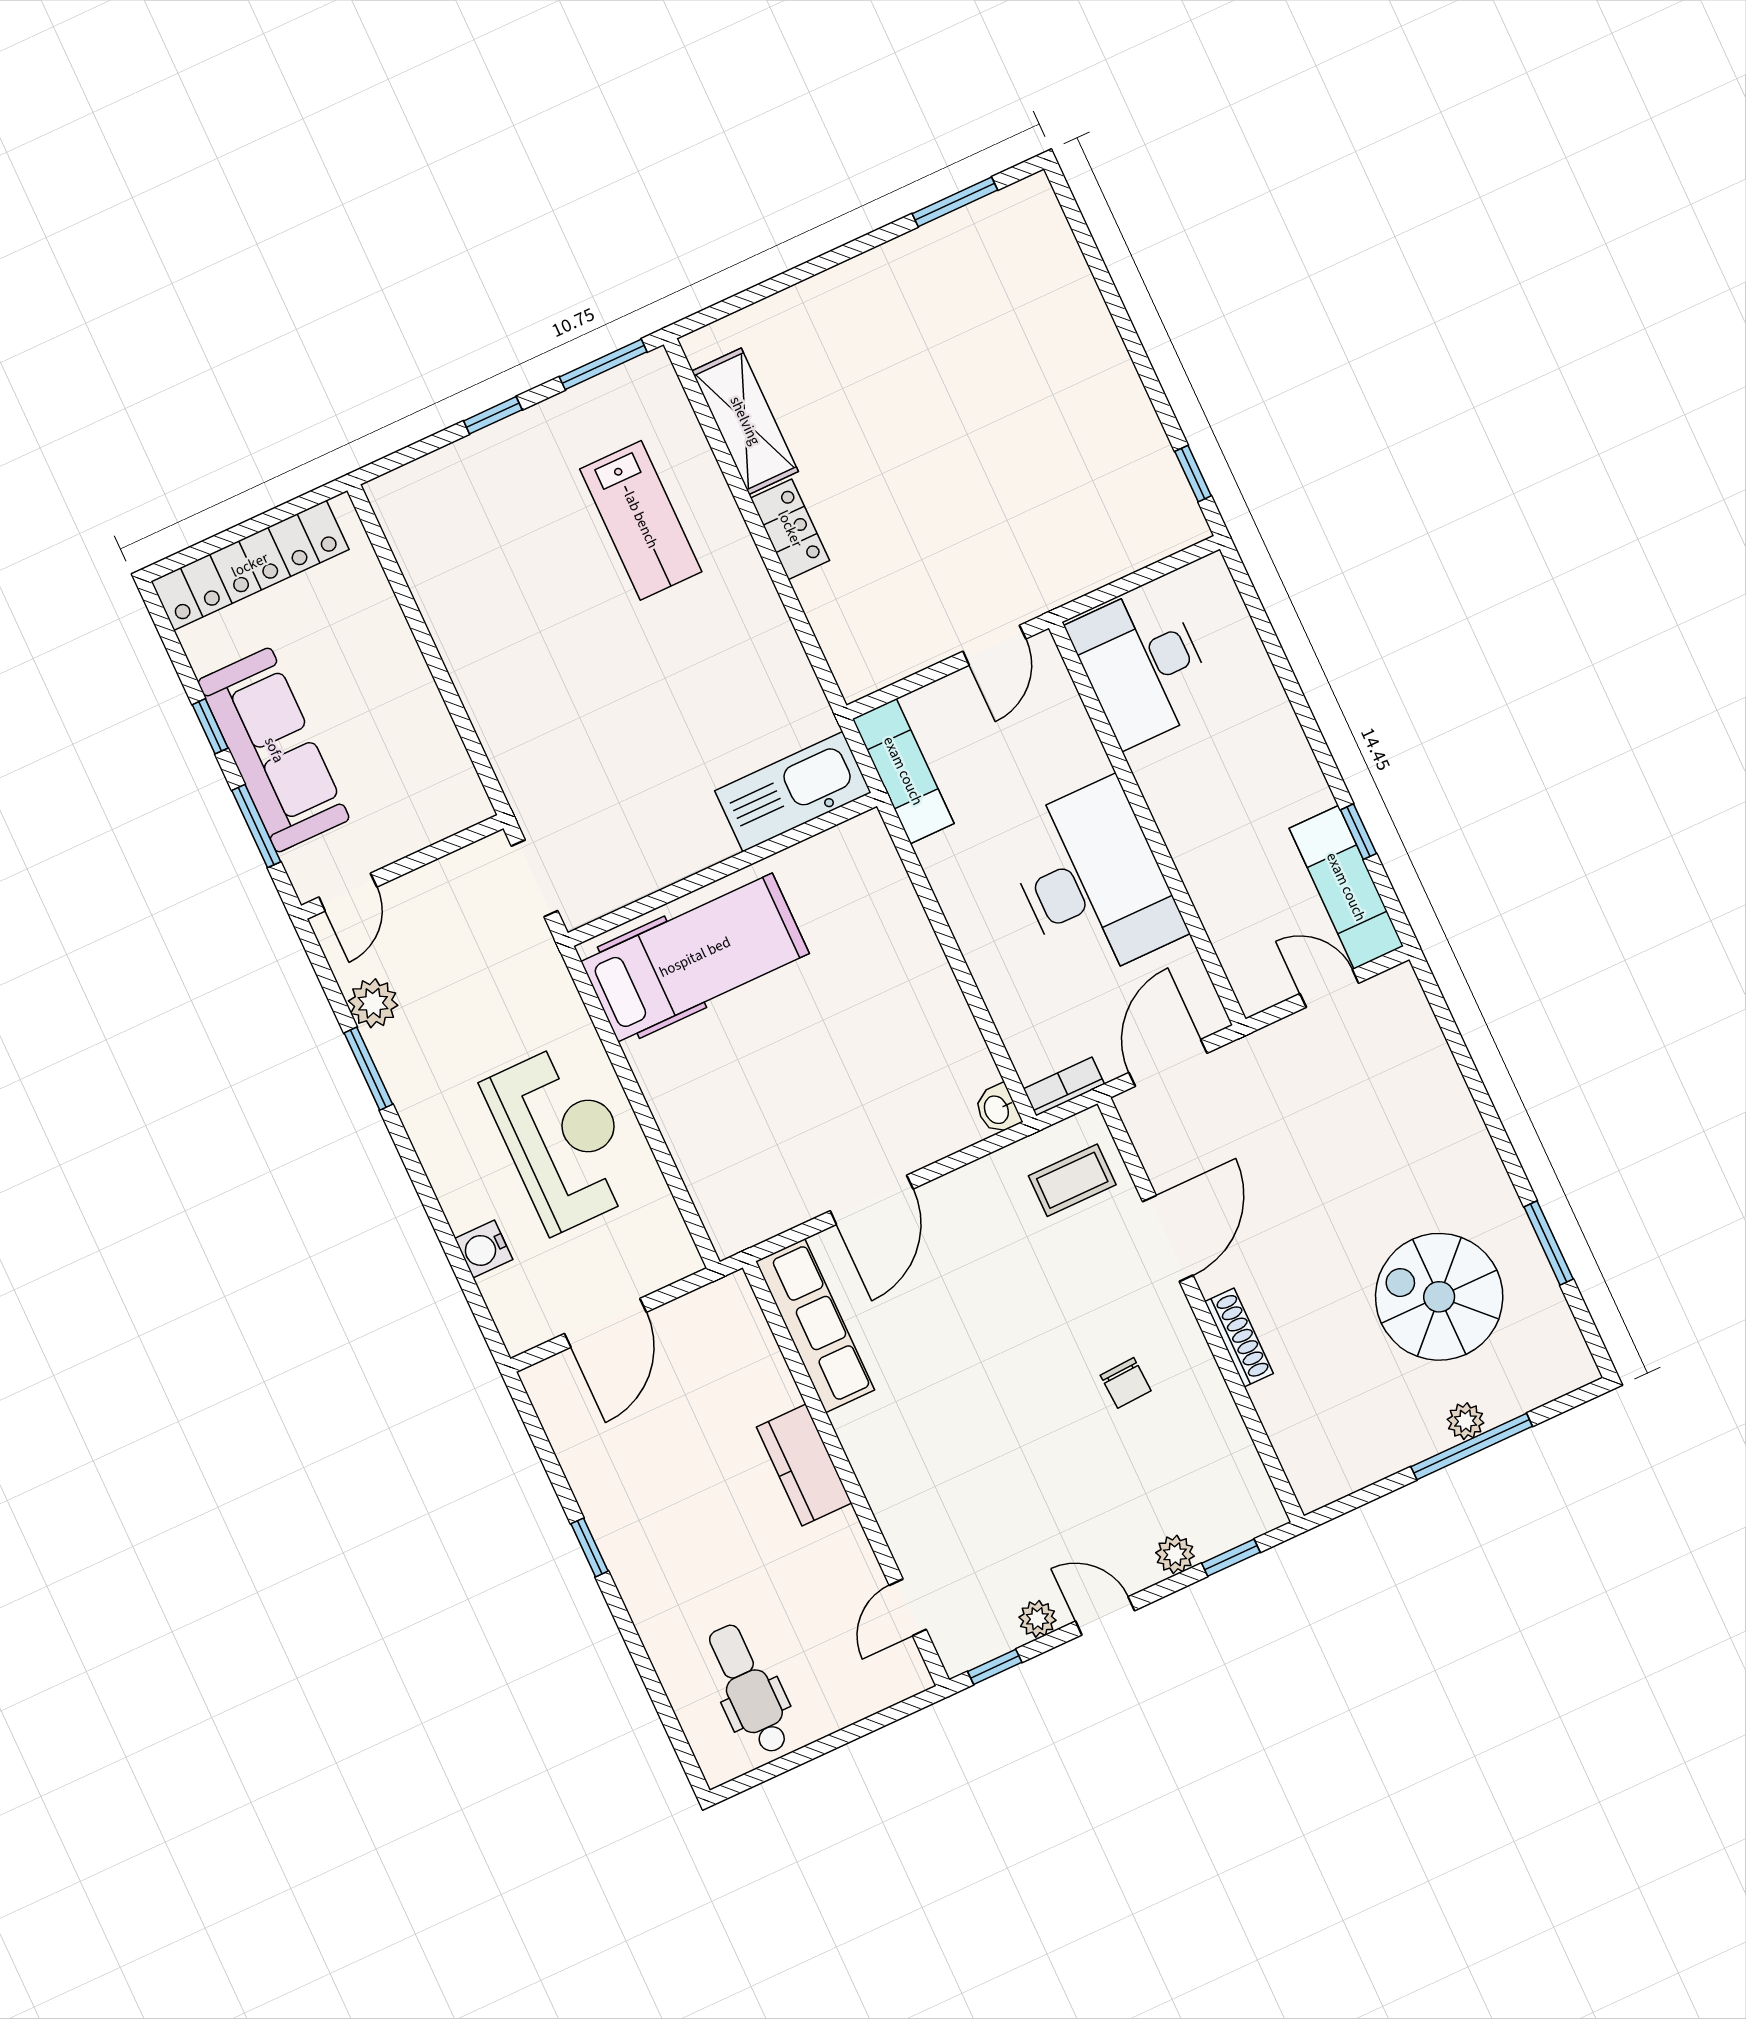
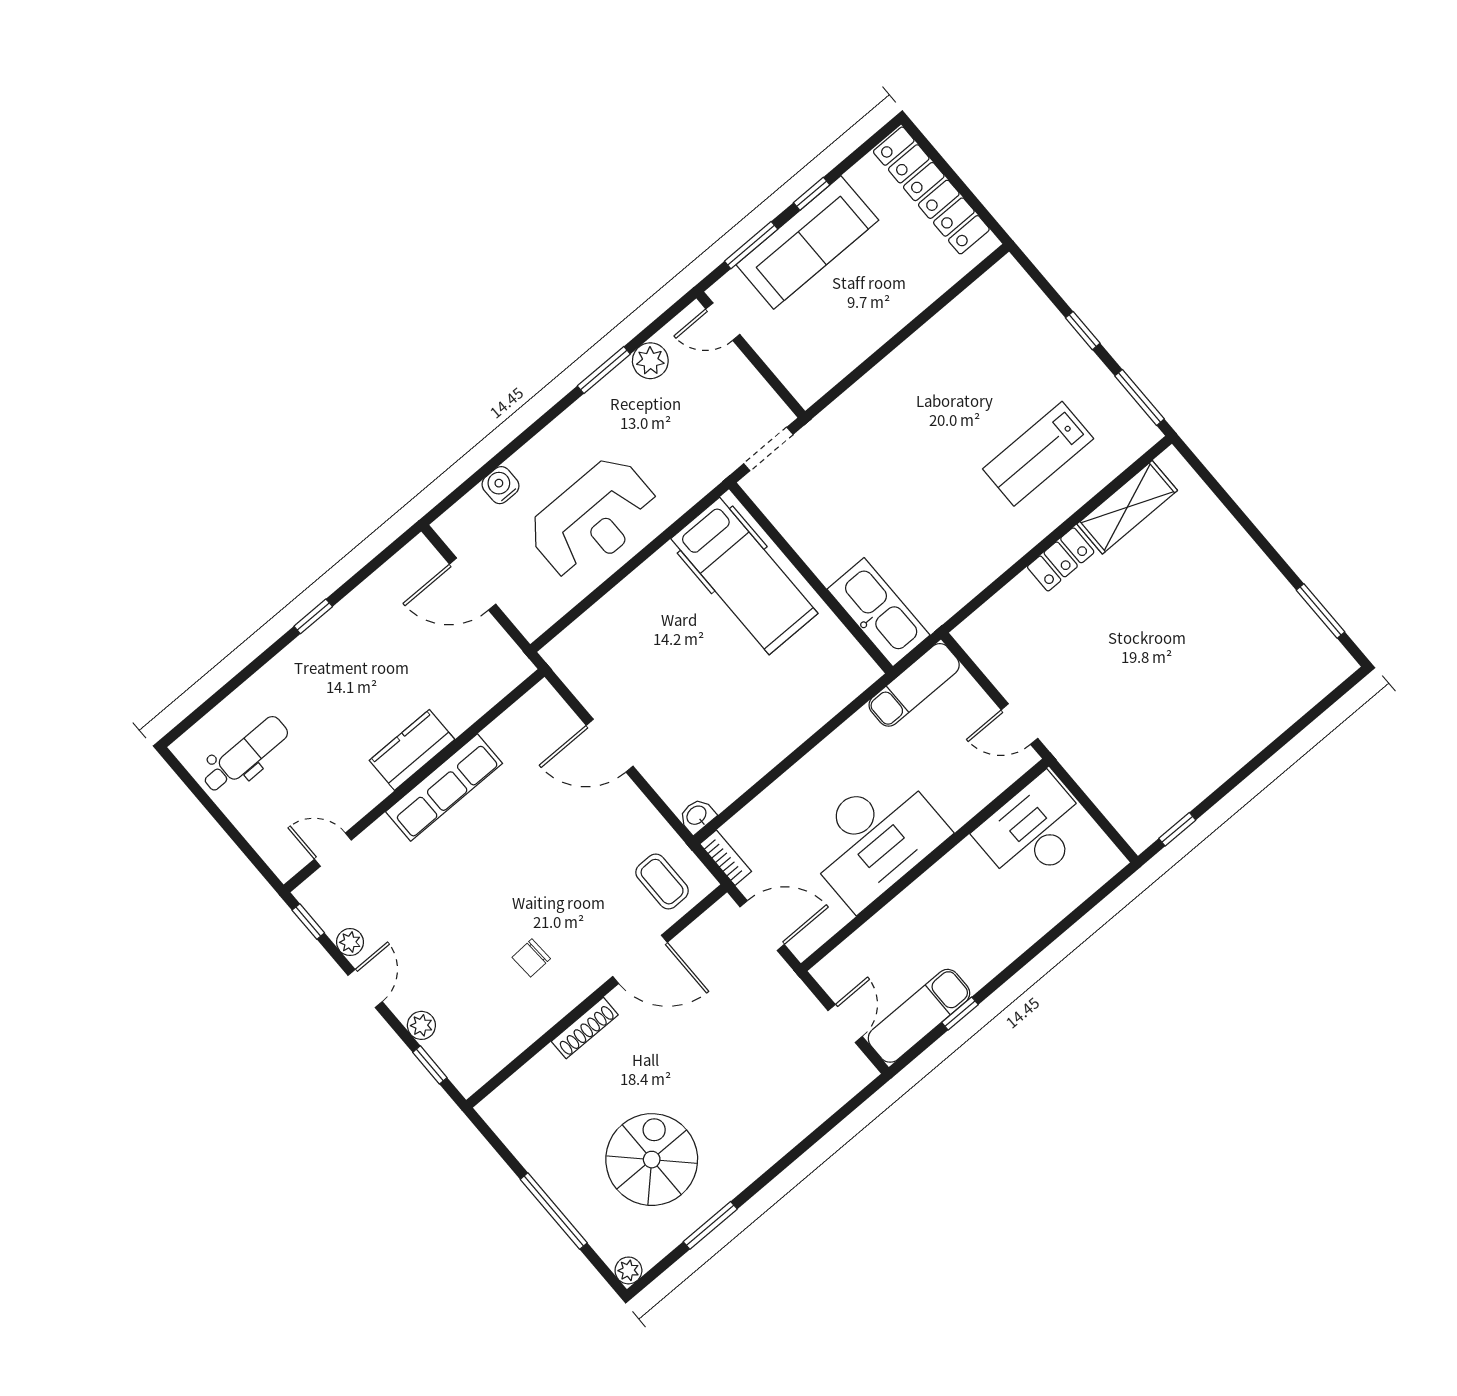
row of seats: (815, 1326) -> (444, 788), moved
plant: (1466, 1421) -> (628, 1270), moved

